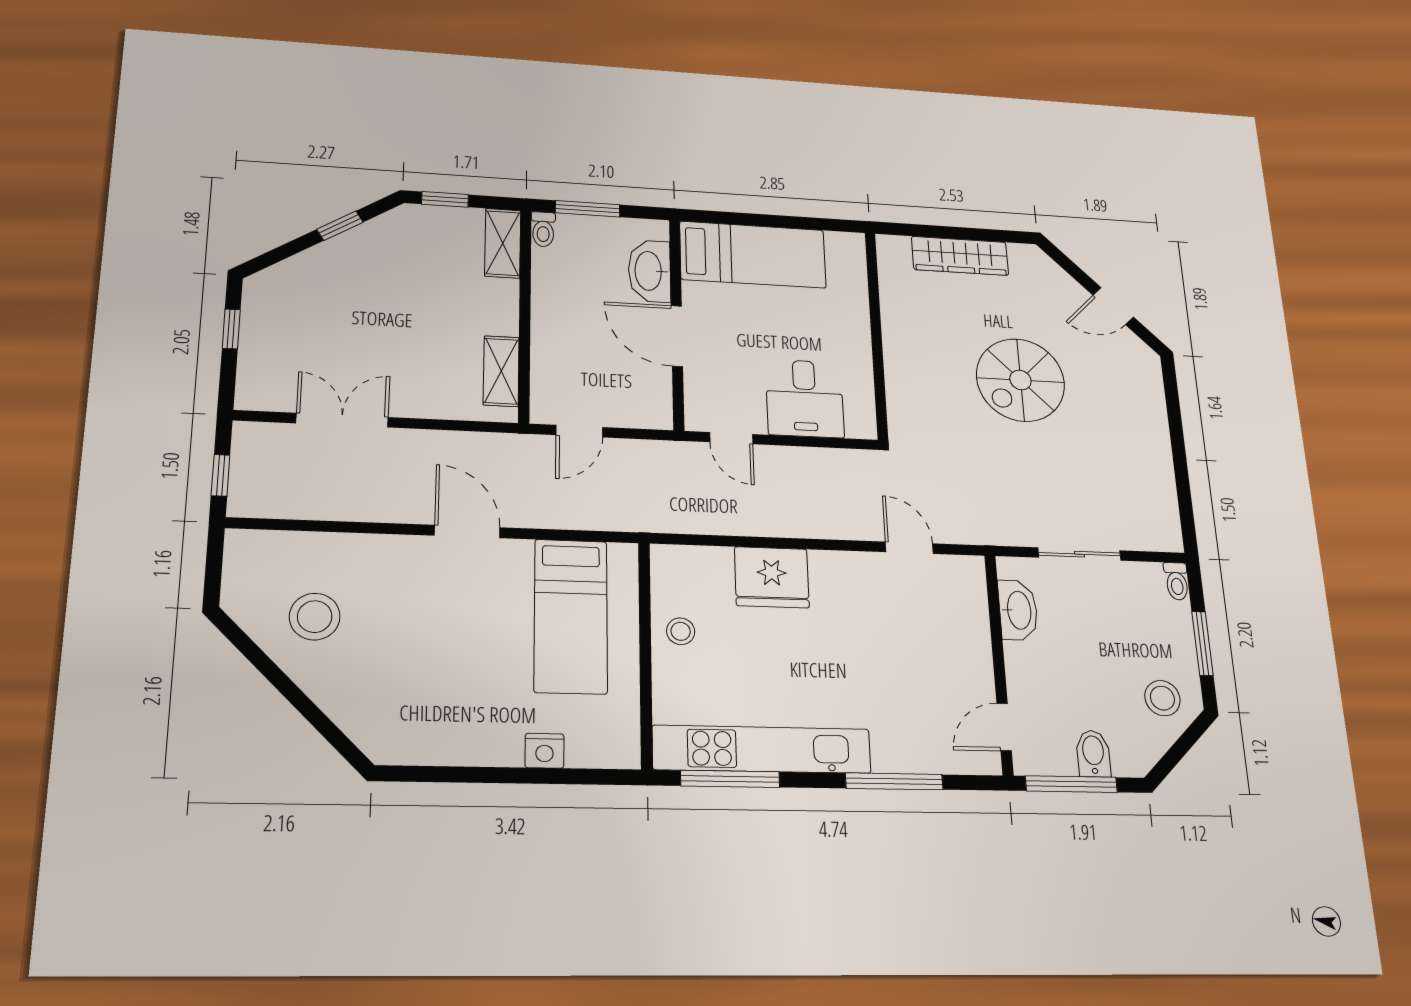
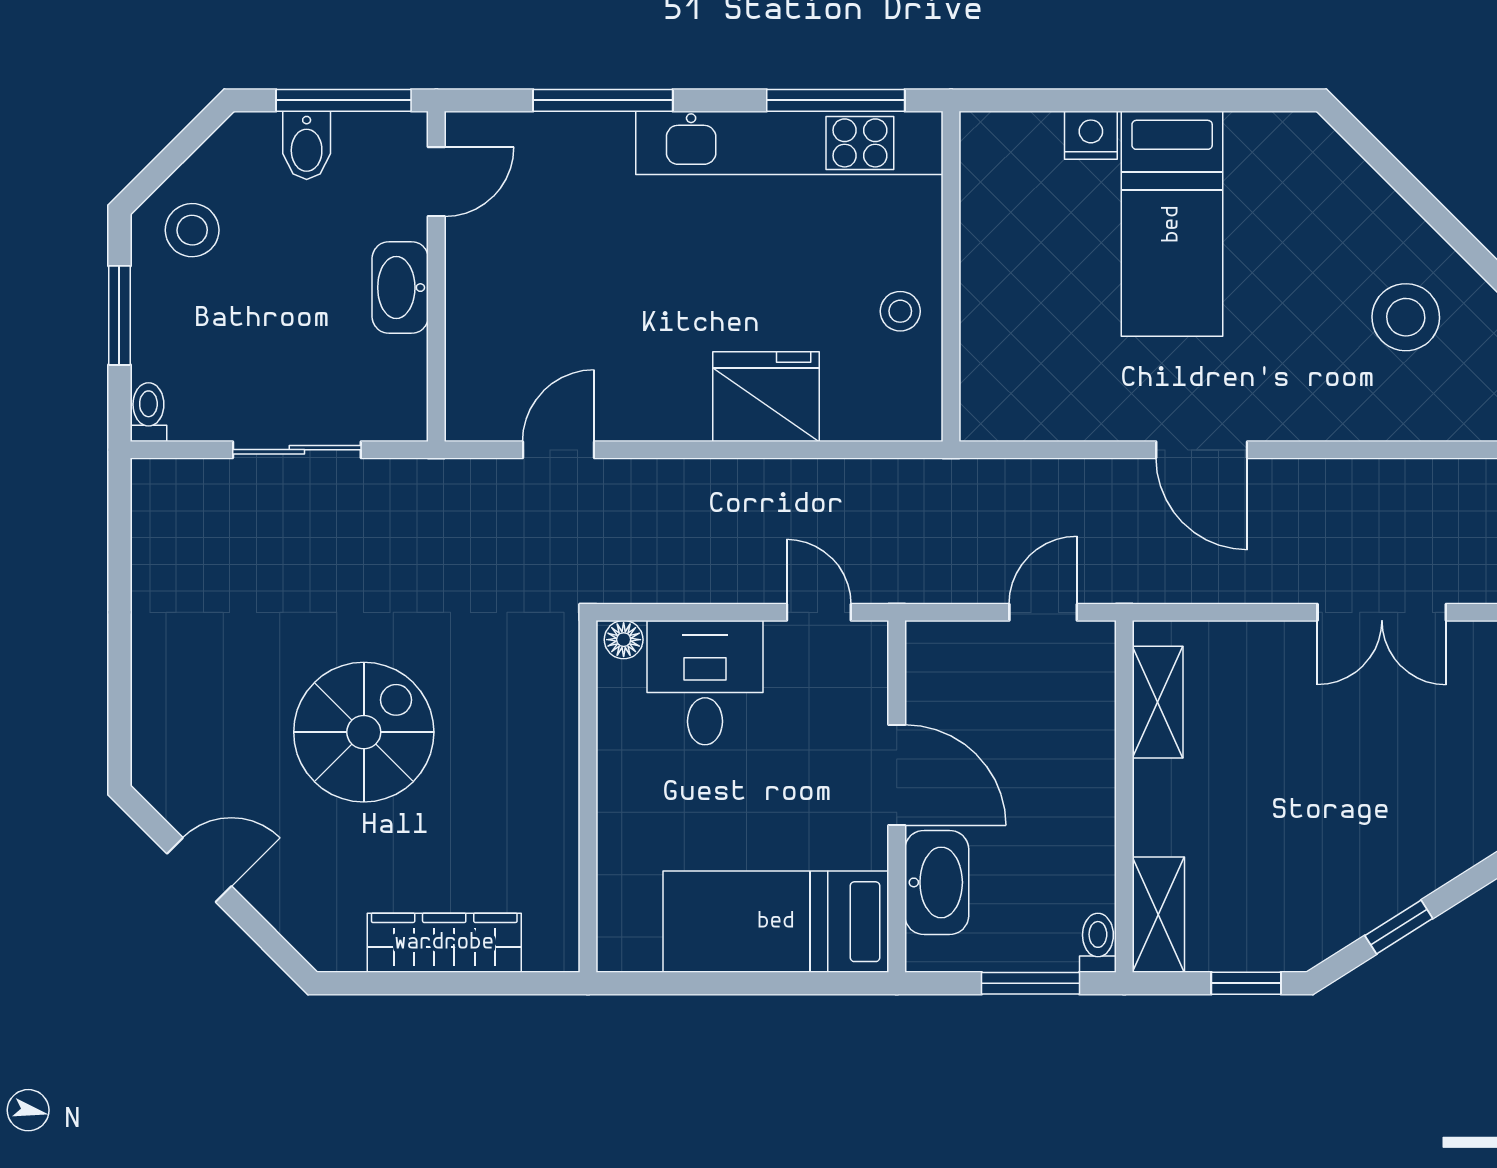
floor lamp: (859, 427) -> (624, 640), added
door: (909, 548) -> (559, 450), swing flipped
washbasin: (1018, 610) -> (400, 288), moved
bed: (571, 616) -> (1172, 224), moved, turned 180

